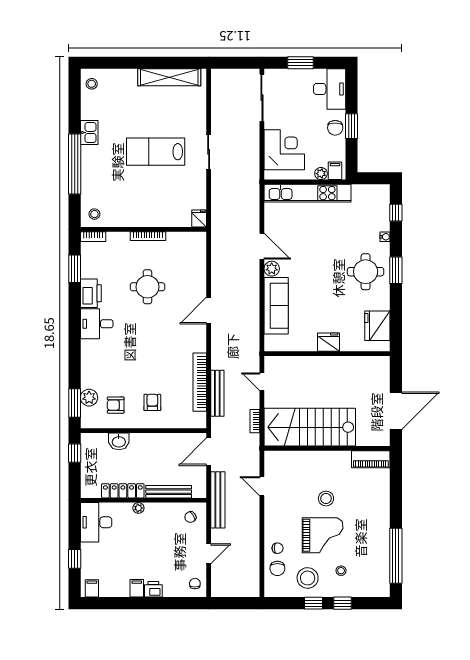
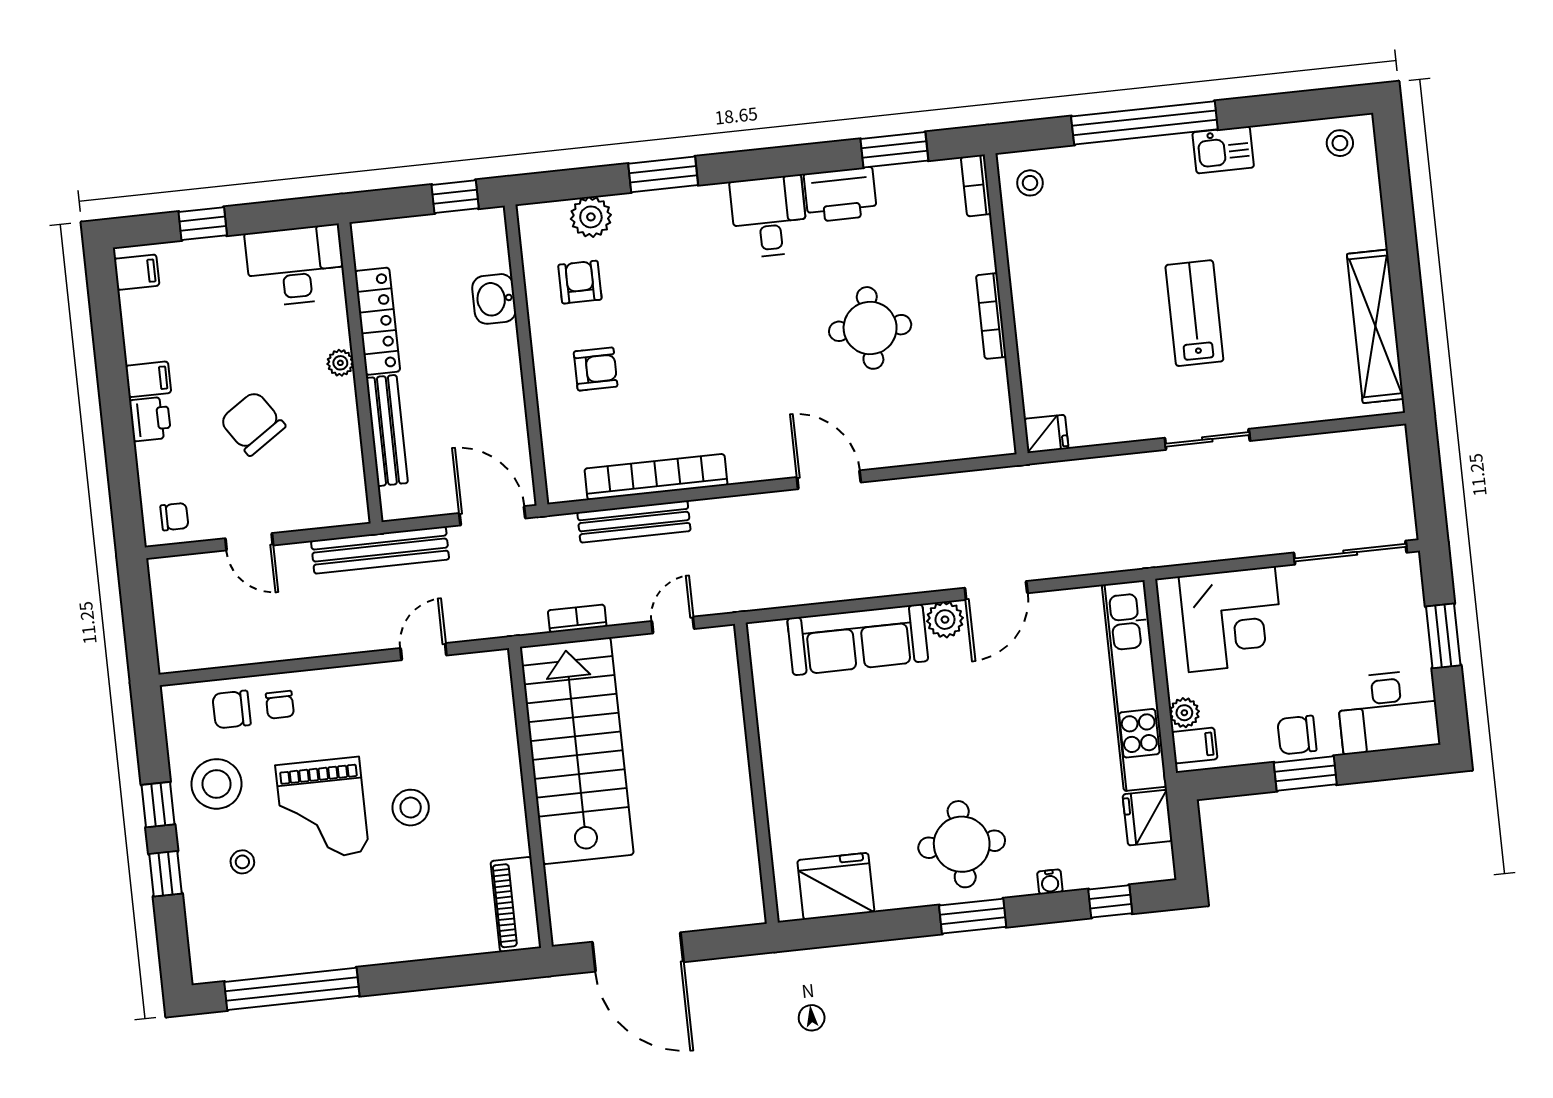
lab bench: (156, 152) -> (1194, 313), width x0.73, depth x0.72
fridge: (328, 342) -> (1148, 818), moved, turned 180
window: (75, 403) -> (663, 174), moved
chair: (190, 517) -> (253, 423), moved, width x1.87, depth x1.87

